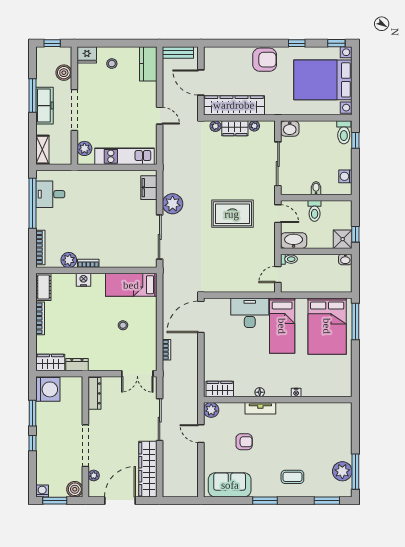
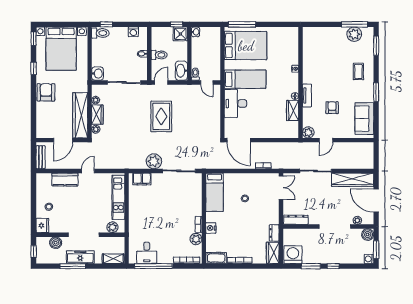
kitchen counter: (148, 64) -> (65, 180), moved
wardrobe: (220, 389) -> (293, 111), moved

